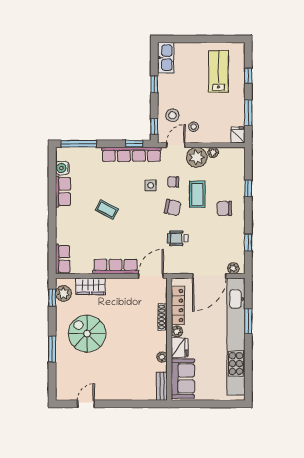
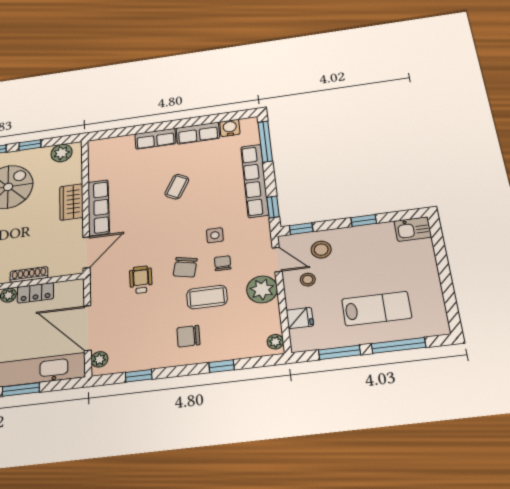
kitchen sink: (166, 58) -> (413, 229), width x0.73
lab bench: (218, 71) -> (376, 309), moved
window: (248, 76) -> (398, 345), width x2.17
fridge: (238, 135) -> (300, 318), moved
plant: (213, 152) -> (275, 342), moved
row of seats: (131, 154) -> (255, 181), moved
chair: (224, 208) -> (188, 336), turned -90
row of seats: (63, 259) -> (155, 139), moved
door: (151, 276) -> (86, 252), hinge flipped
wardrobe: (91, 286) -> (71, 202), moved
window: (52, 298) -> (30, 145), moved
locker: (178, 305) -> (35, 293), width x0.66

